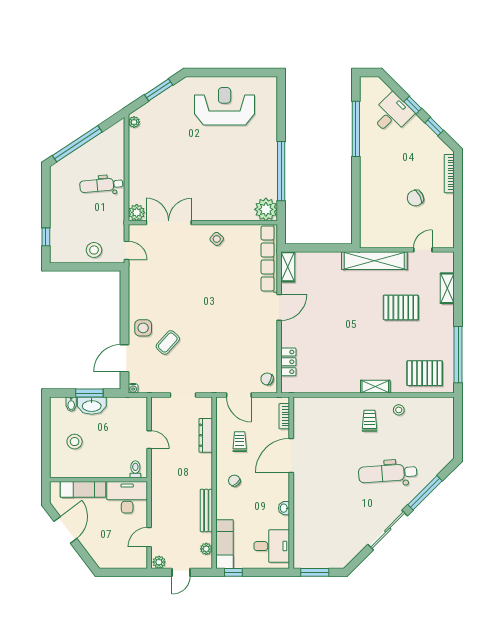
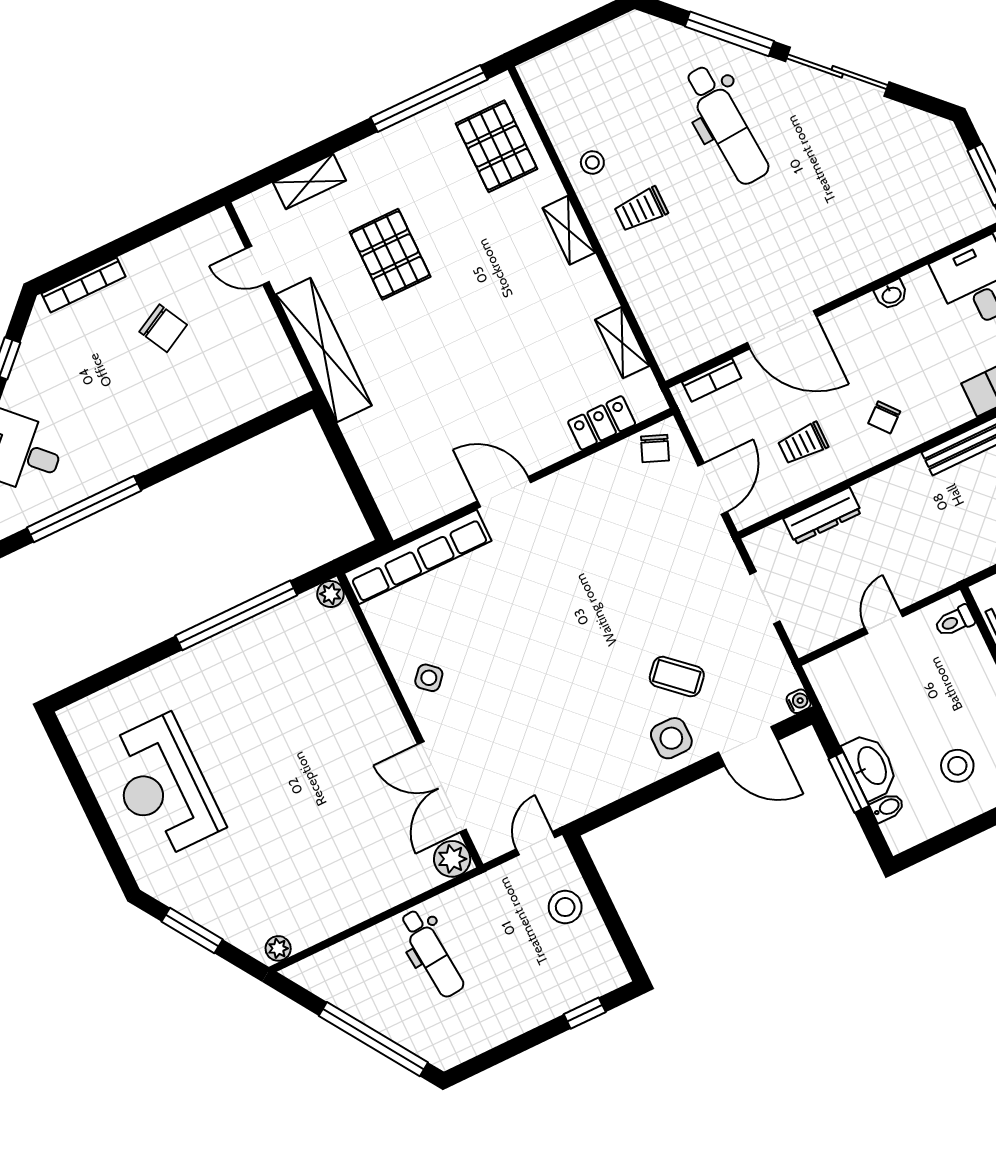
plant: (266, 209) -> (331, 594), width x0.53, depth x0.53
shelving: (288, 267) -> (622, 343), moved, turned 90

